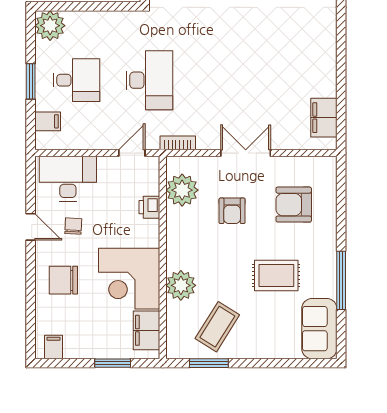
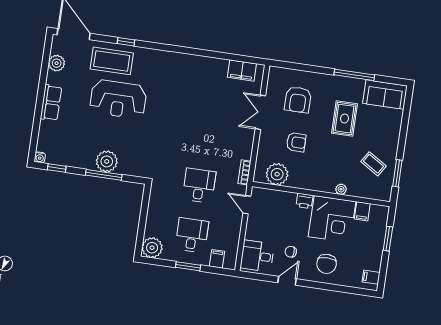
desk: (149, 80) -> (199, 185), width x0.73
double door: (246, 153) -> (260, 112), moved
desk: (68, 179) -> (257, 256), width x0.73
printer: (149, 207) -> (305, 201), moved
plant: (181, 285) -> (341, 189), width x0.53, depth x0.53
coffee table: (217, 327) -> (374, 164), width x0.73, depth x0.77
filing cabinet: (146, 330) -> (362, 211), width x0.50

